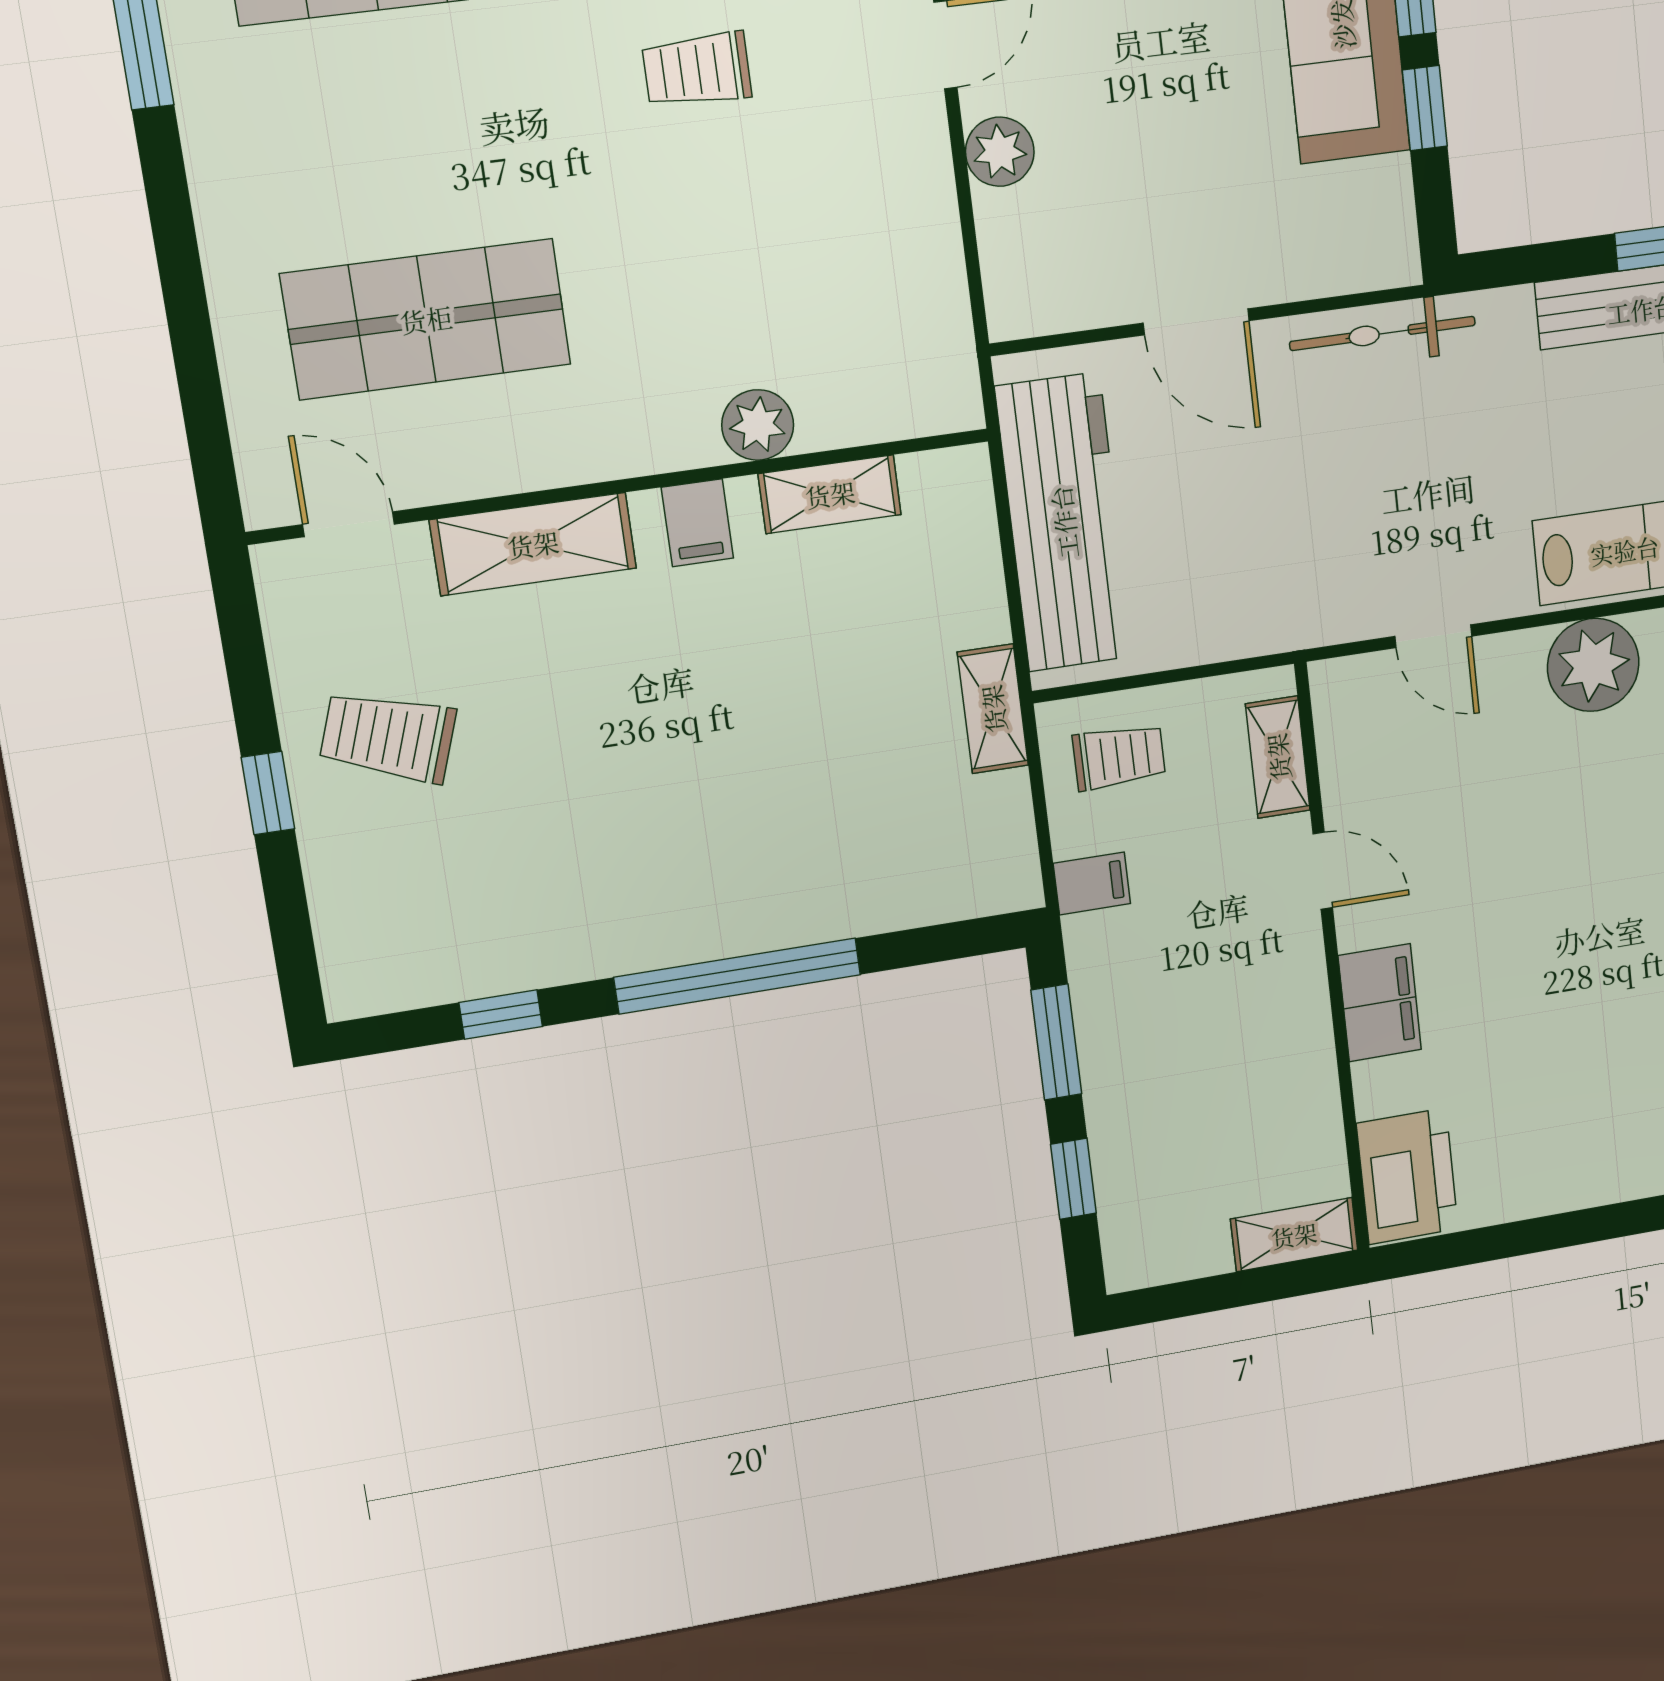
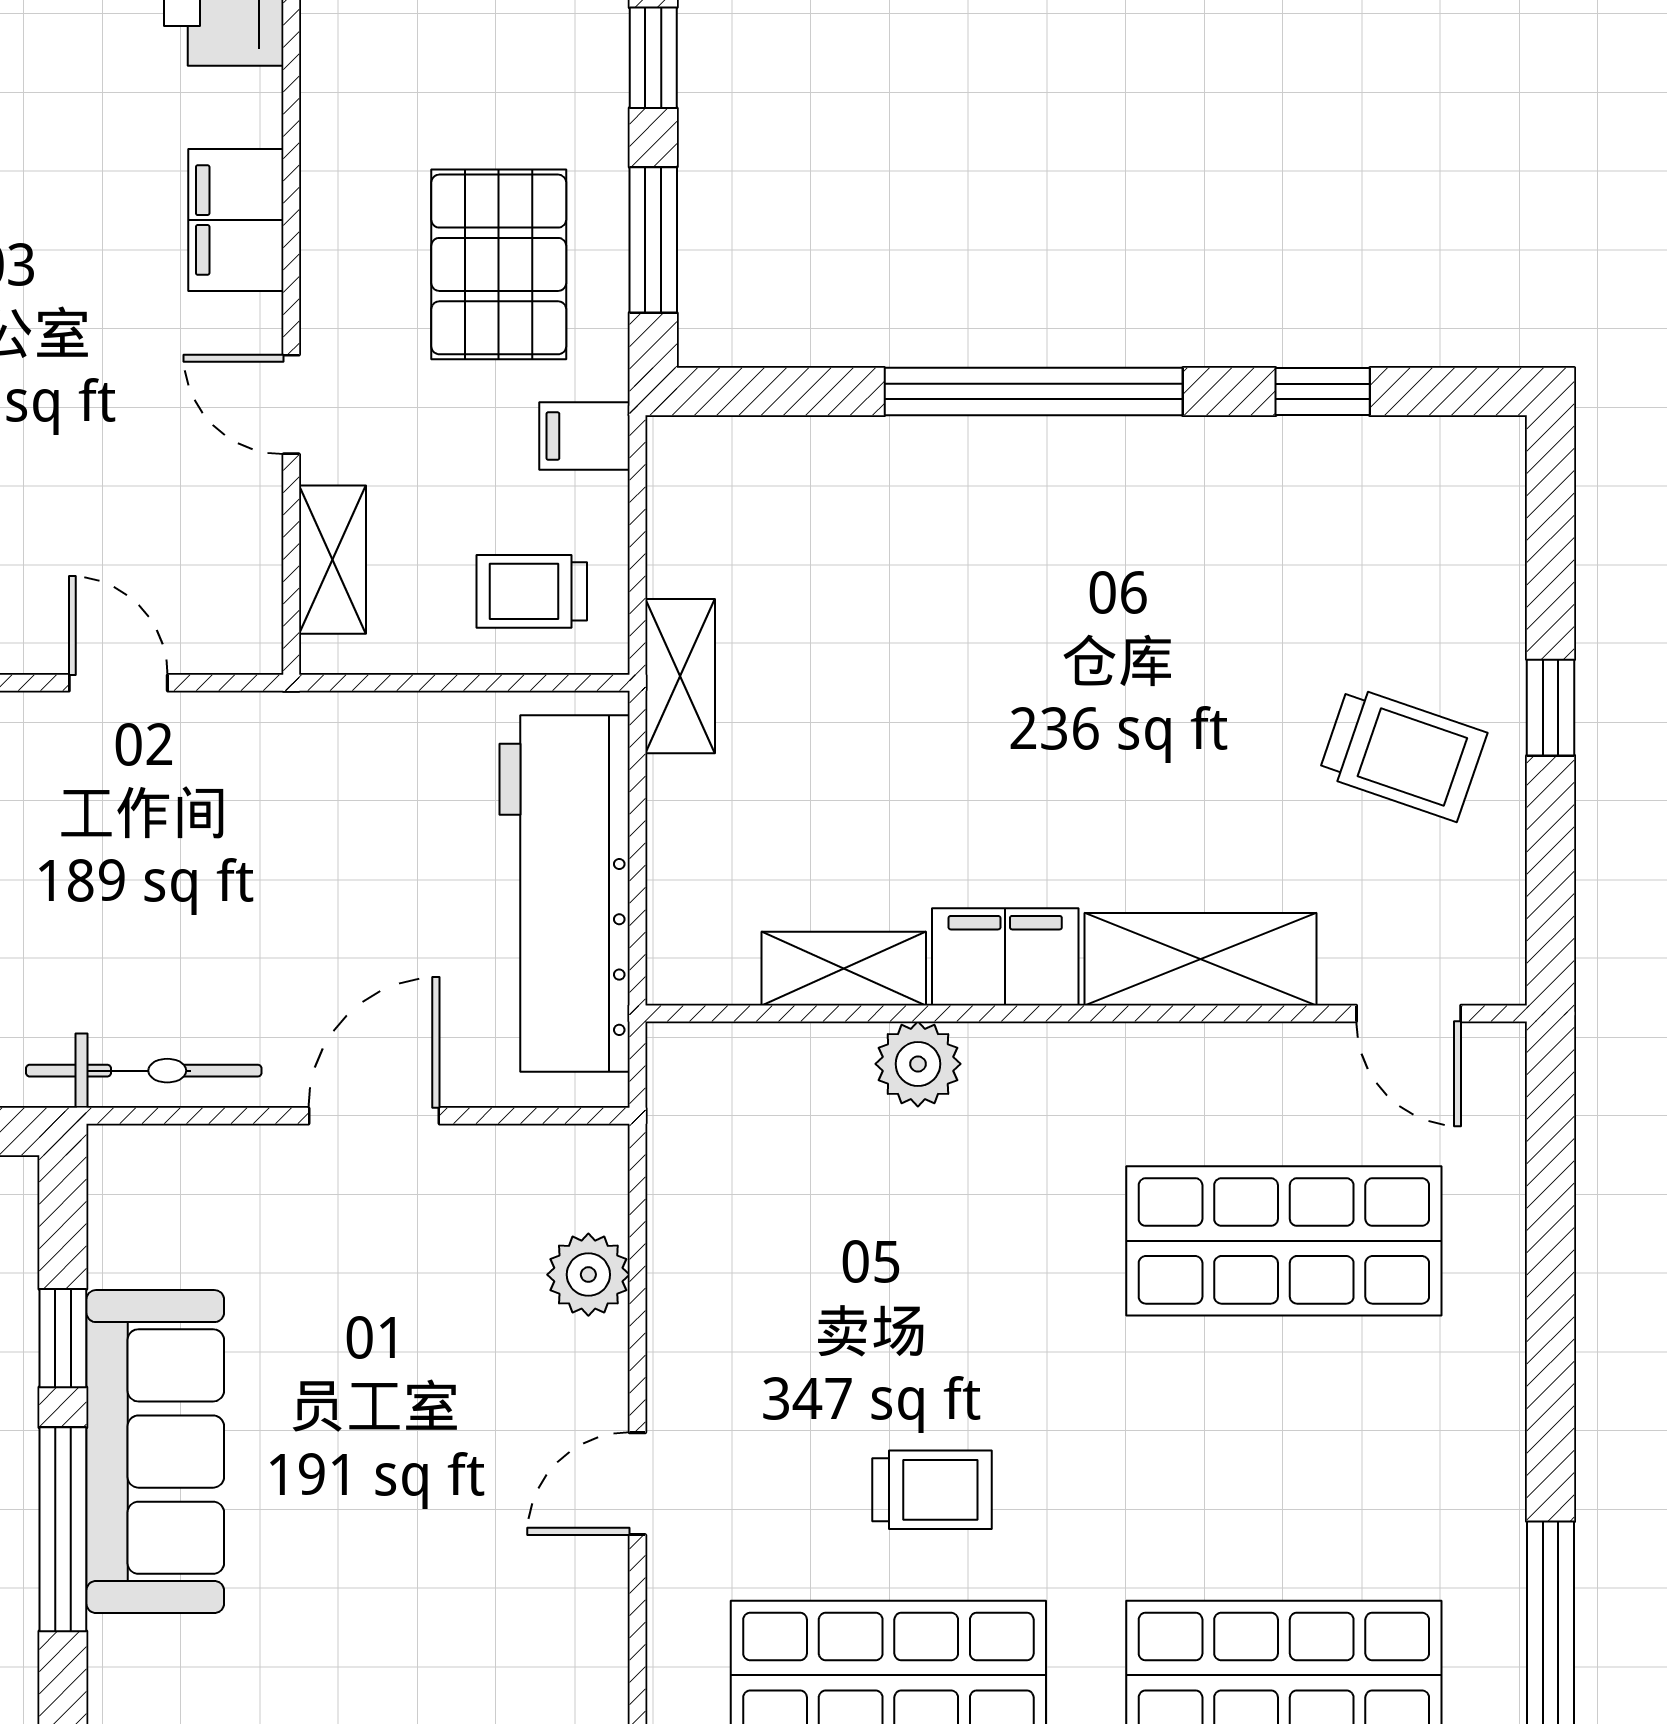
plant: (1000, 152) -> (588, 1275), moved
door: (1196, 322) -> (374, 1116), hinge flipped
filing cabinet: (697, 523) -> (1005, 957), width x2.00
pallet: (1174, 1003) -> (499, 264), added

